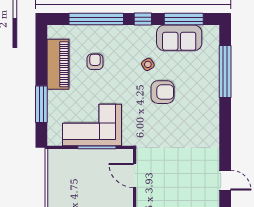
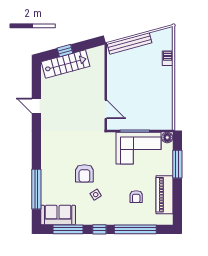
sofa: (179, 38) -> (58, 215), moved
armchair: (162, 92) -> (84, 173), turned -90
floor lamp: (55, 139) -> (167, 137), added

